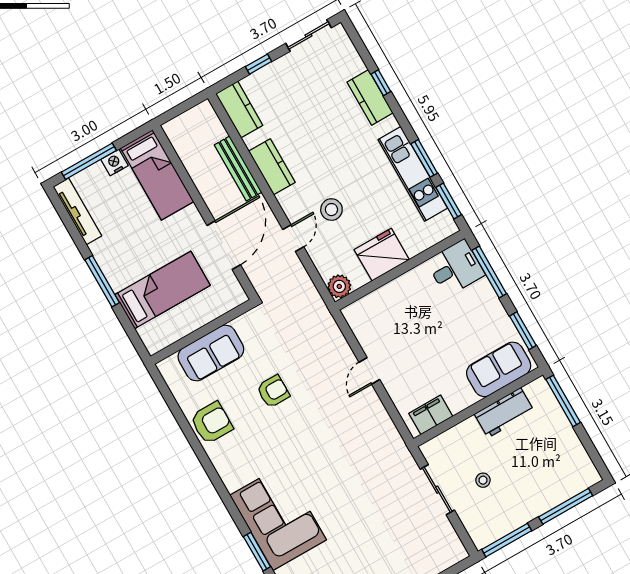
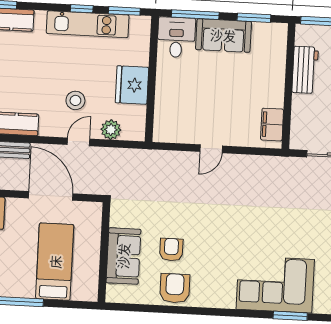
window: (424, 158) -> (82, 9), width x0.67
door: (293, 238) -> (78, 142), hinge flipped
plant: (339, 286) -> (111, 130), moved
sofa: (499, 369) -> (223, 35), moved, turned -90
door: (369, 371) -> (211, 149), hinge flipped
armchair: (273, 391) -> (171, 250), moved

